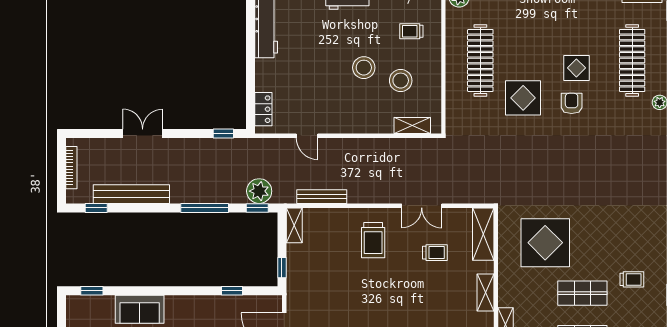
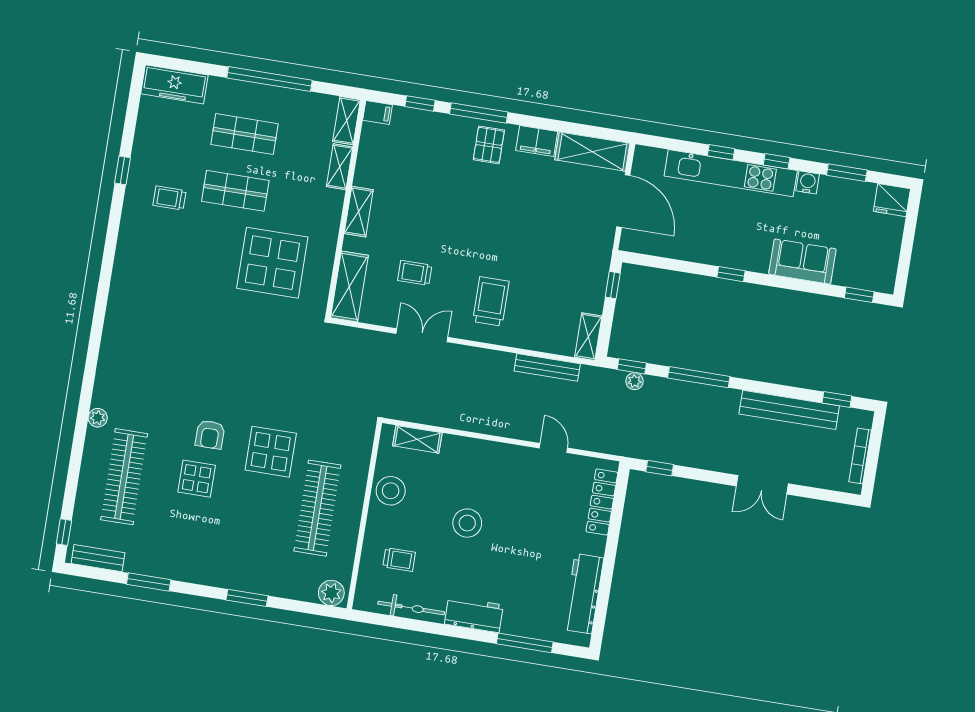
stool: (401, 81) -> (391, 491), moved
locker: (263, 109) -> (602, 502), width x1.53
plant: (259, 191) -> (635, 381), width x0.53, depth x0.53
window: (232, 291) -> (731, 274), moved

